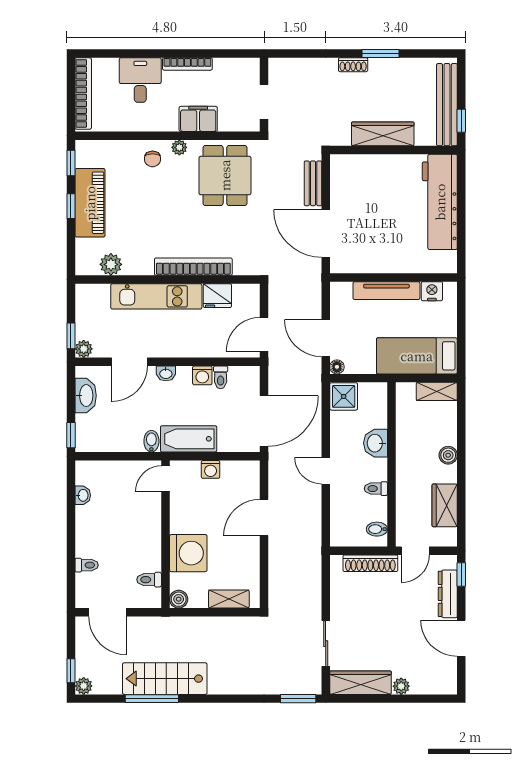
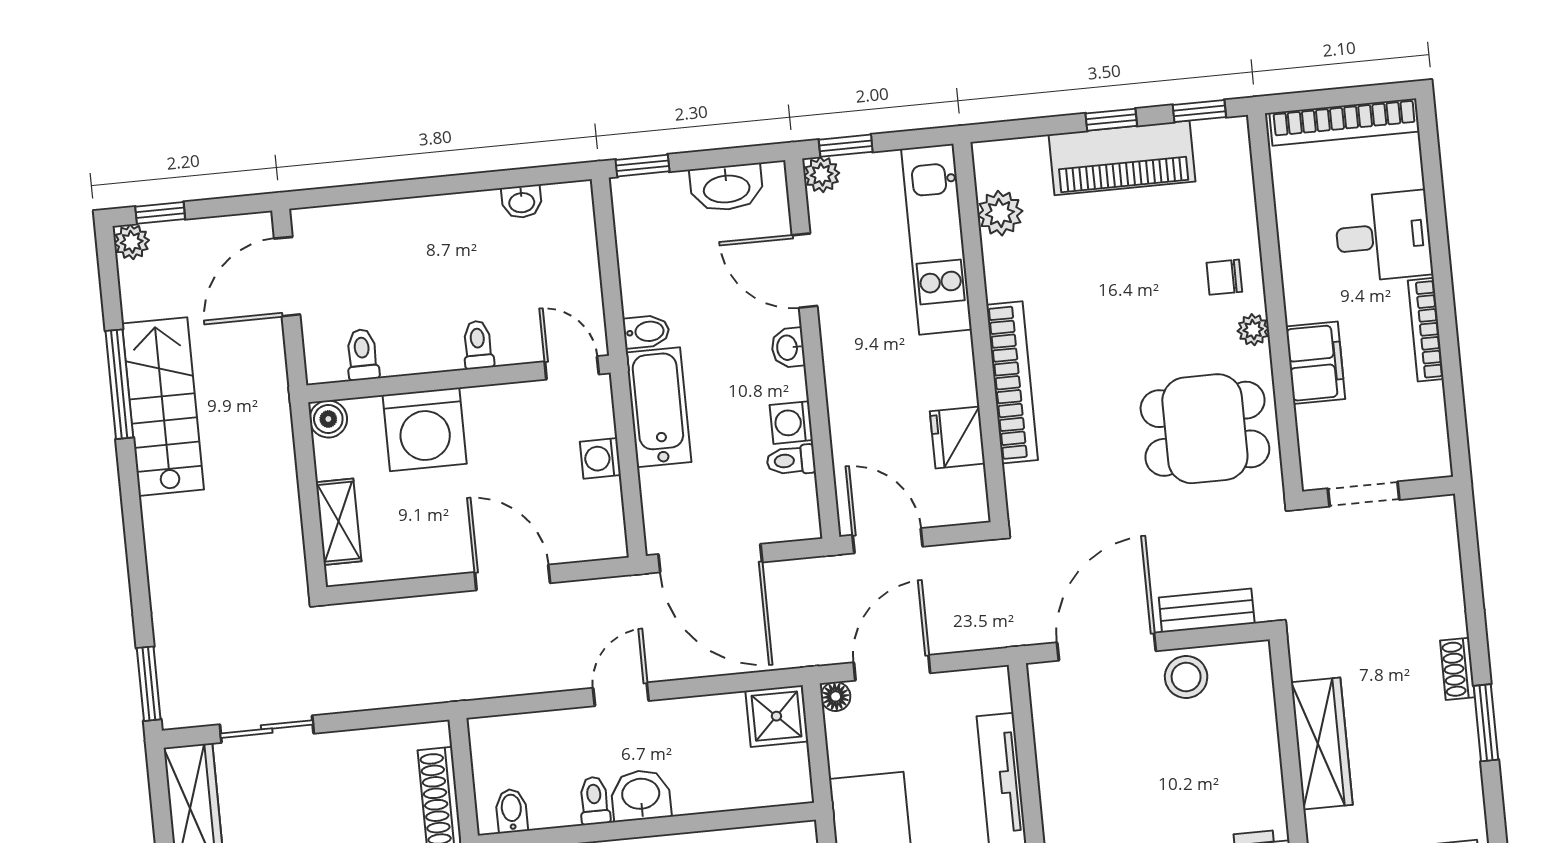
stool: (344, 196) -> (1186, 677), added
kitchen unit: (156, 296) -> (936, 239), moved
washbasin: (375, 443) -> (641, 795), moved
toilet: (87, 565) -> (478, 345), moved, turned 180

